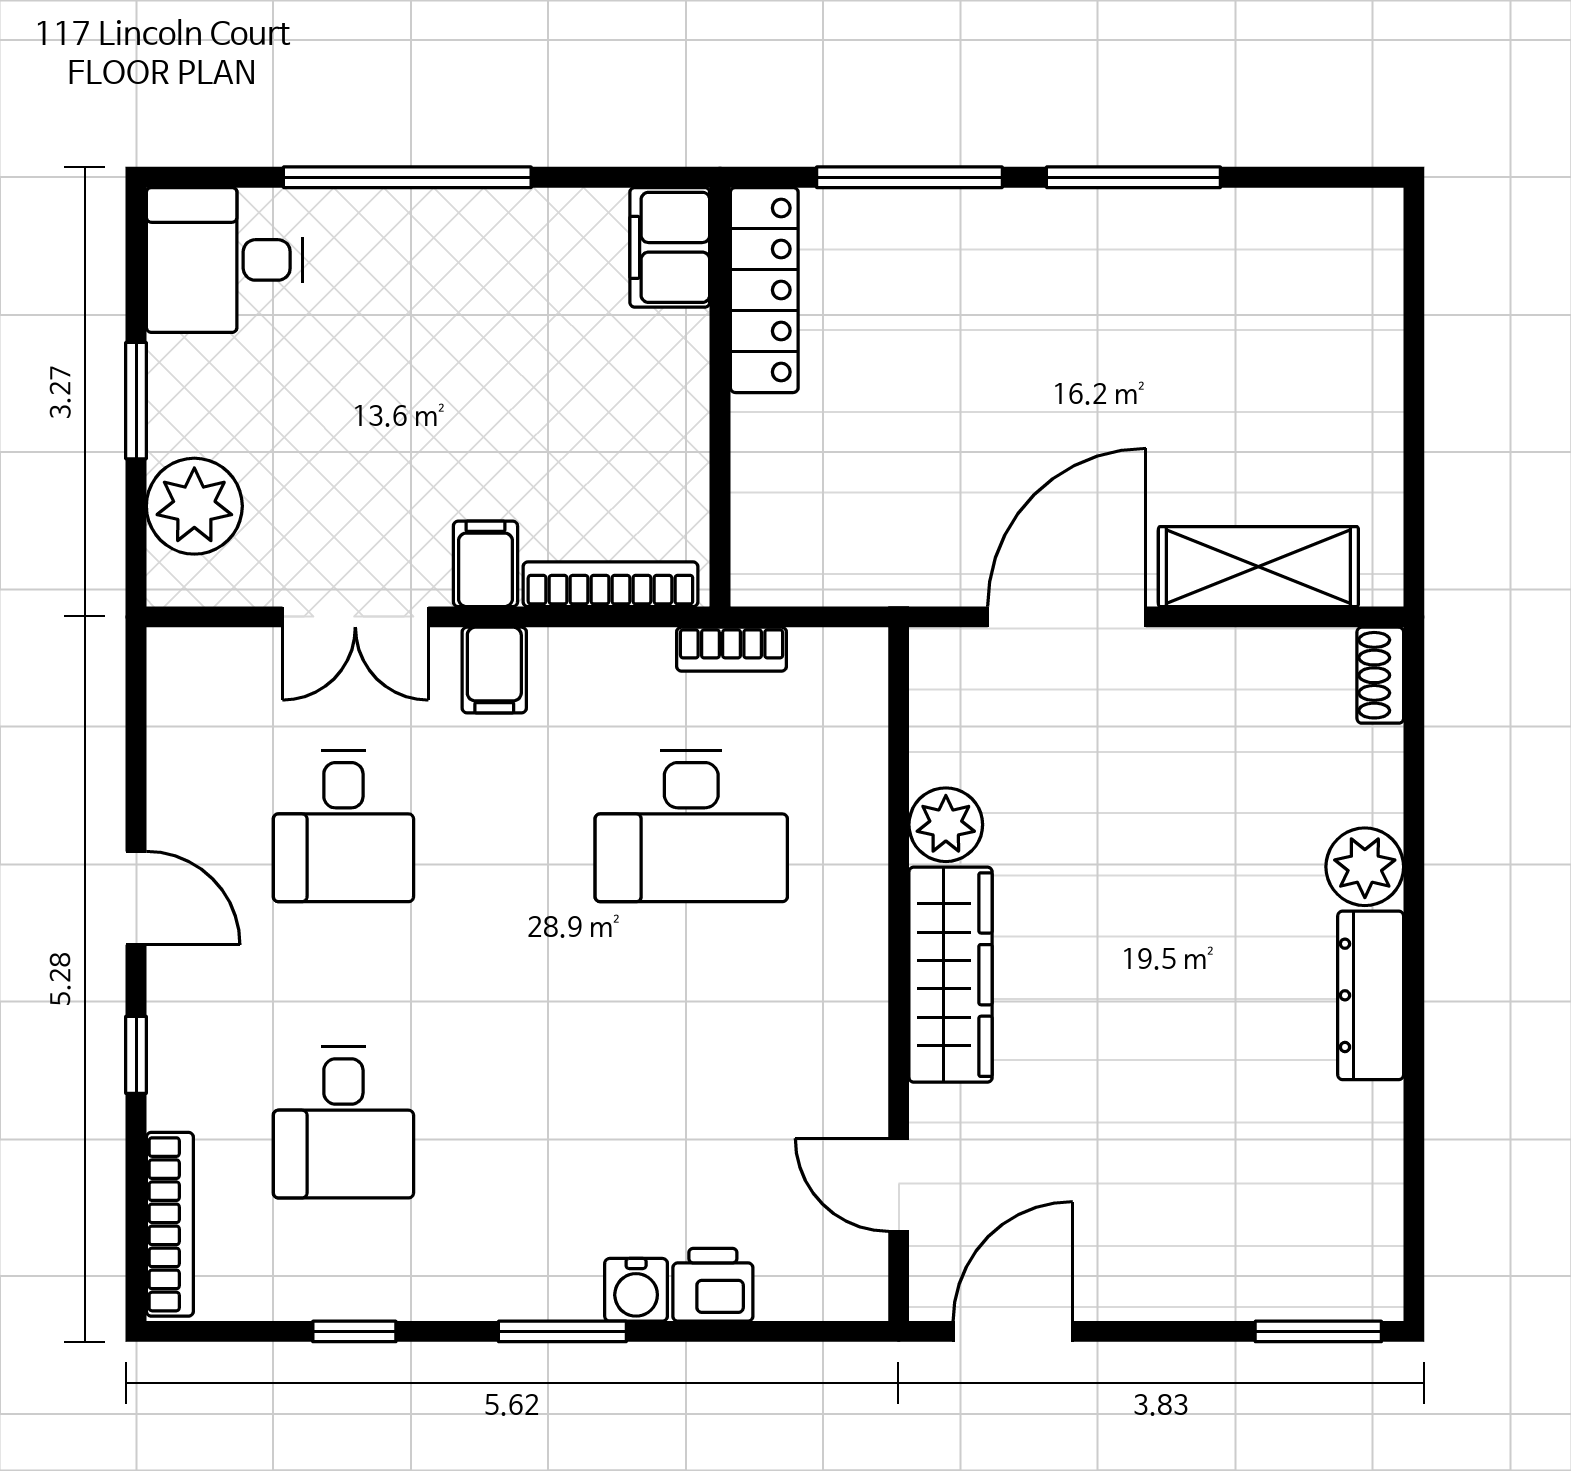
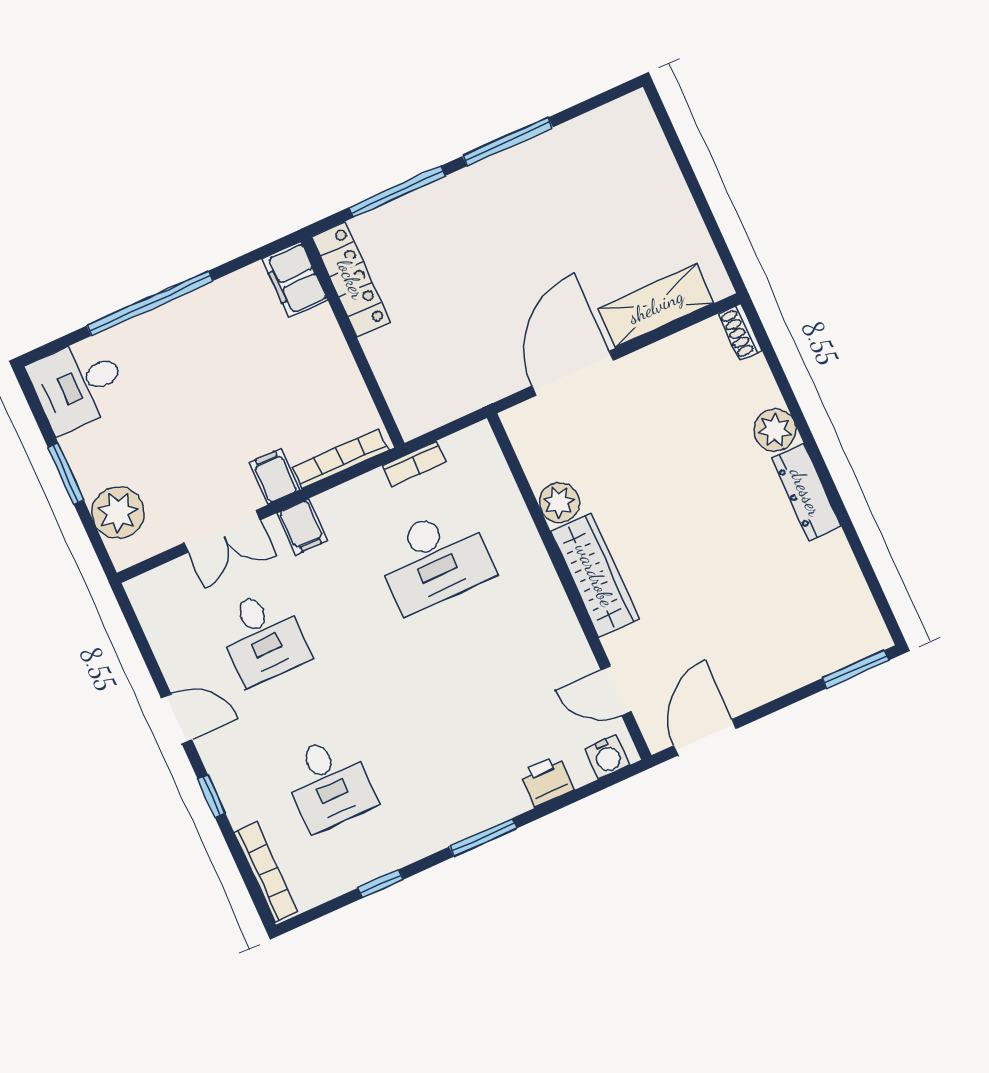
water cooler: (636, 1290) -> (607, 757), moved

